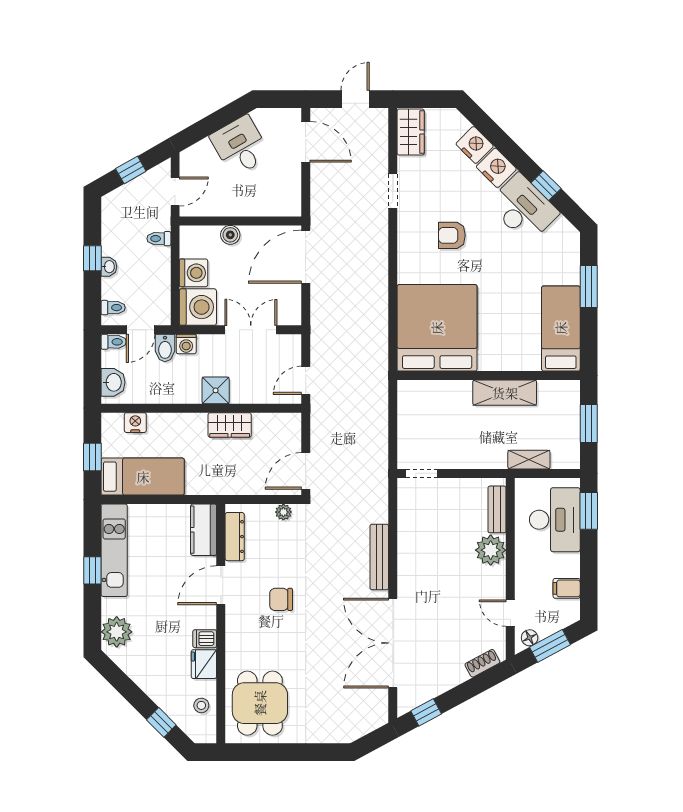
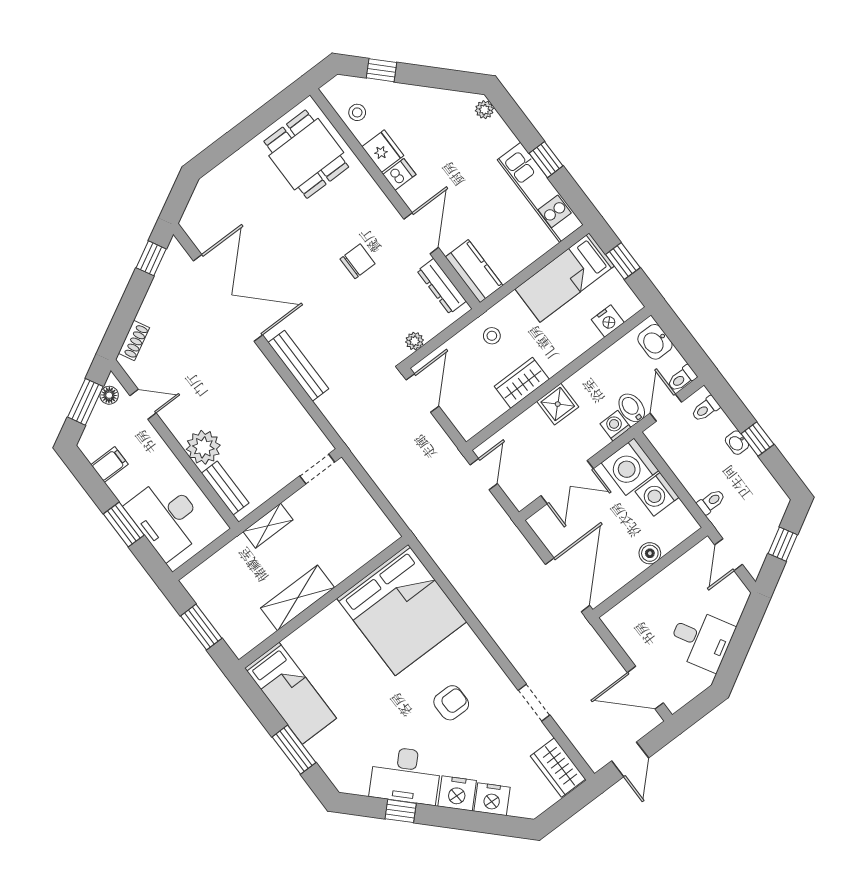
shelving: (529, 460) -> (268, 526), moved
stool: (226, 474) -> (492, 336), added
window: (589, 511) -> (124, 525), moved
plant: (117, 632) -> (484, 110), width x0.53, depth x0.53

